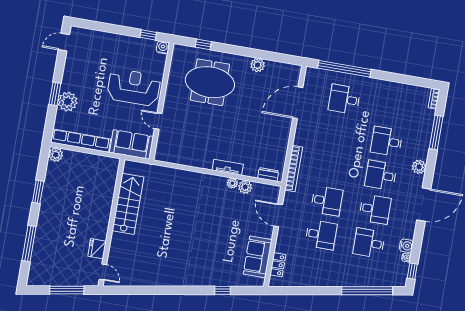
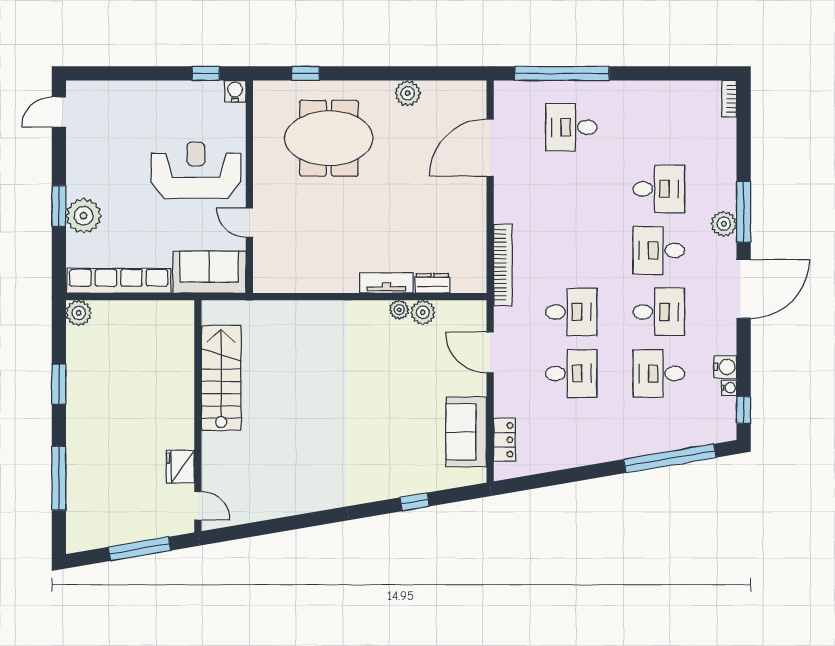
window: (436, 133) -> (744, 212), moved
desk: (387, 141) -> (659, 189), turned 180
dresser: (268, 174) -> (432, 283), moved

